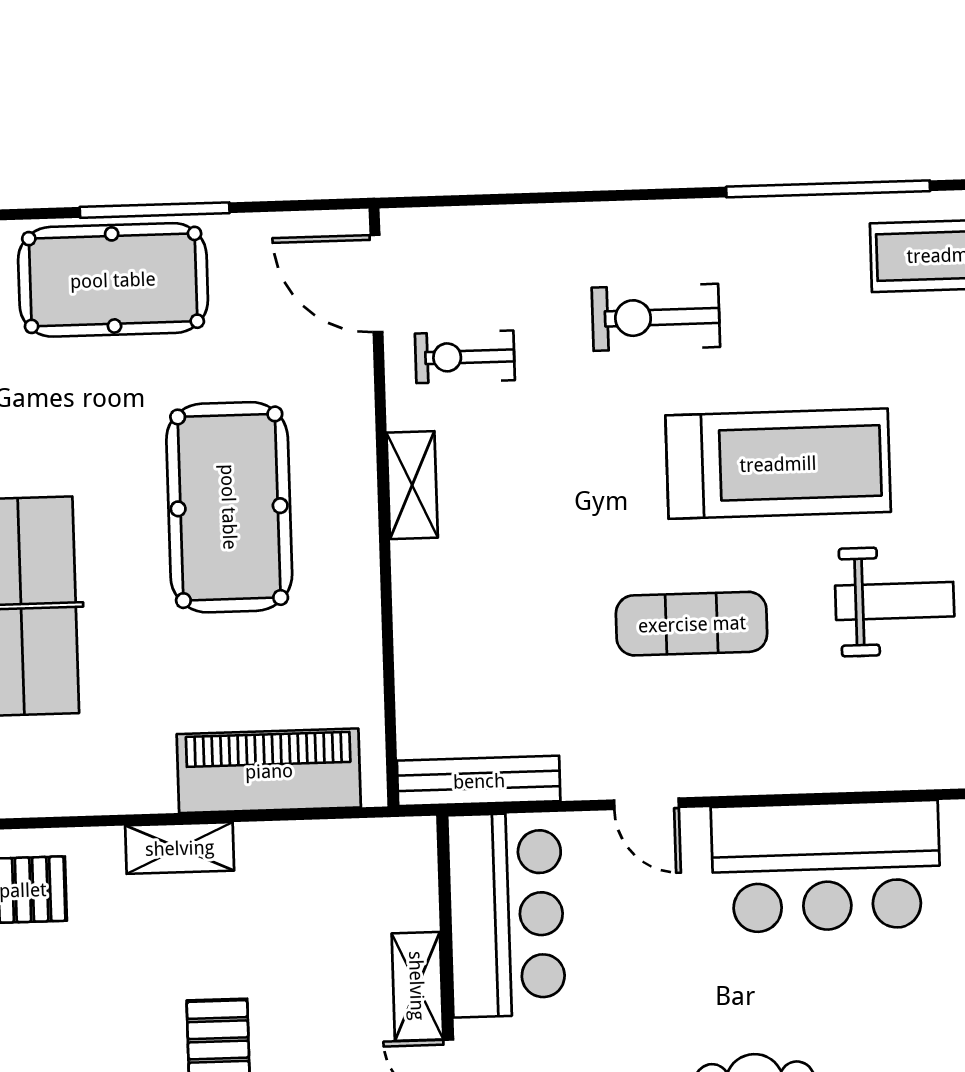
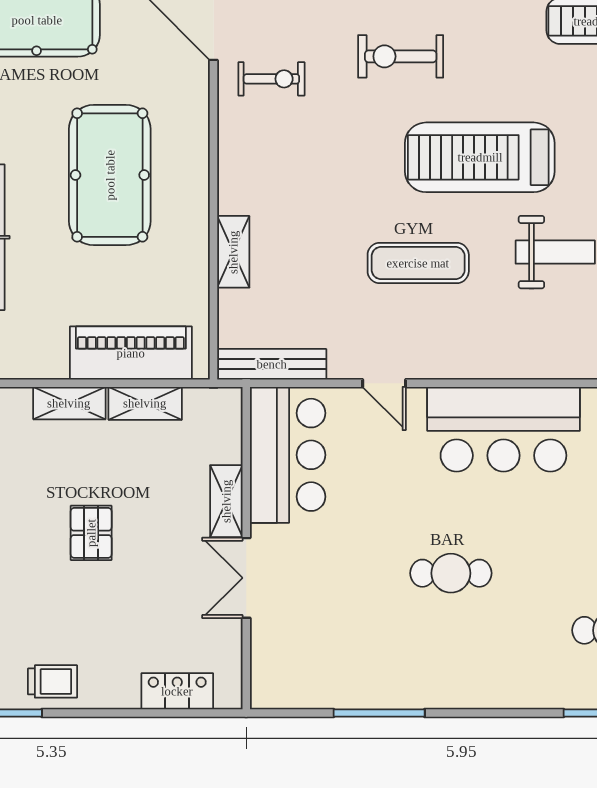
exercise bike: (465, 357) -> (271, 79), turned 180
treadmill: (778, 464) -> (480, 157), turned 180
shelving: (412, 485) -> (233, 252), moved
shelving: (292, 845) -> (145, 403), added

